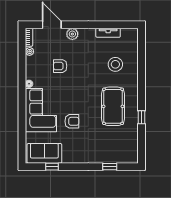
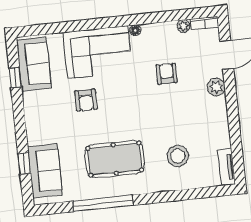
tv unit: (108, 33) -> (226, 167), moved
window: (142, 117) -> (103, 203), width x3.17
sofa: (116, 153) -> (45, 171), added

